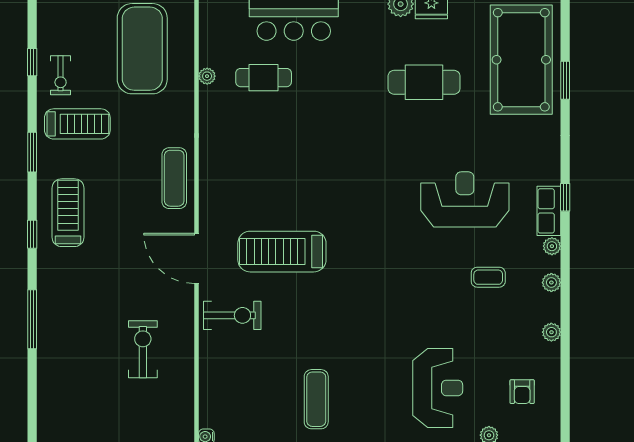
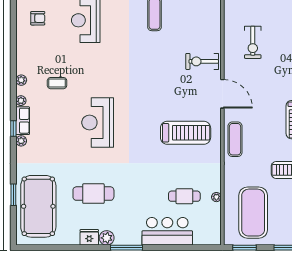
reception desk: (465, 199) -> (98, 123), moved, turned 90
treadmill: (282, 252) -> (186, 133), moved
plant: (551, 332) -> (21, 141), moved
armchair: (522, 392) -> (38, 18), turned 90

